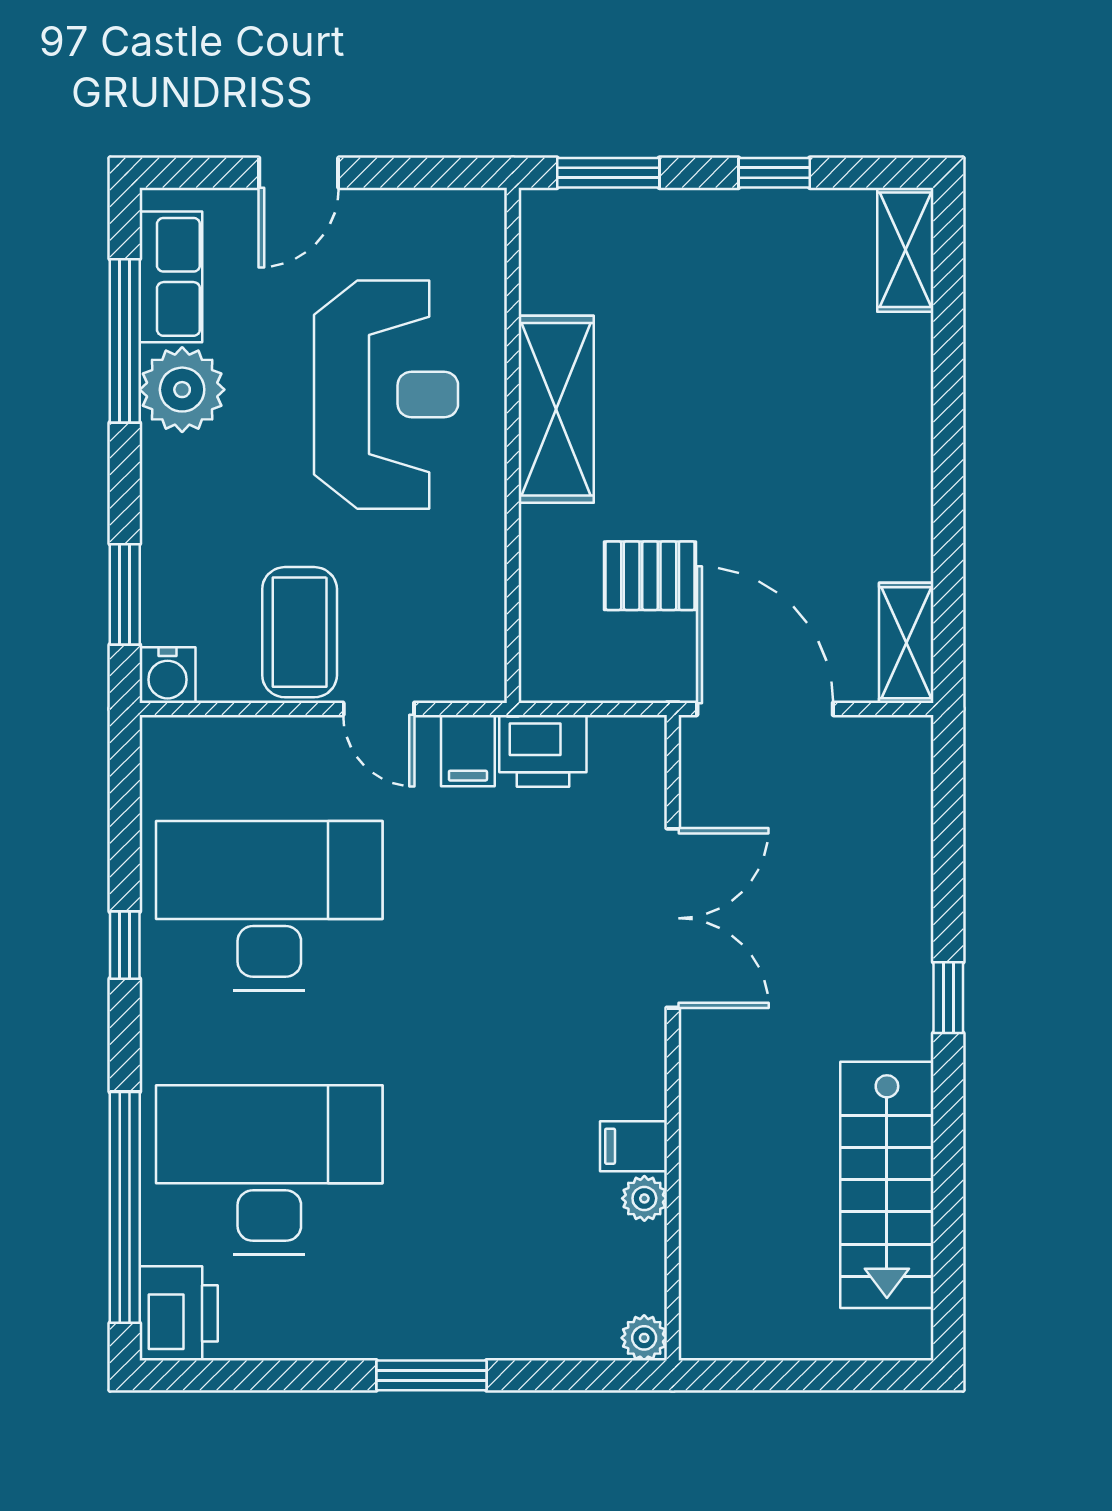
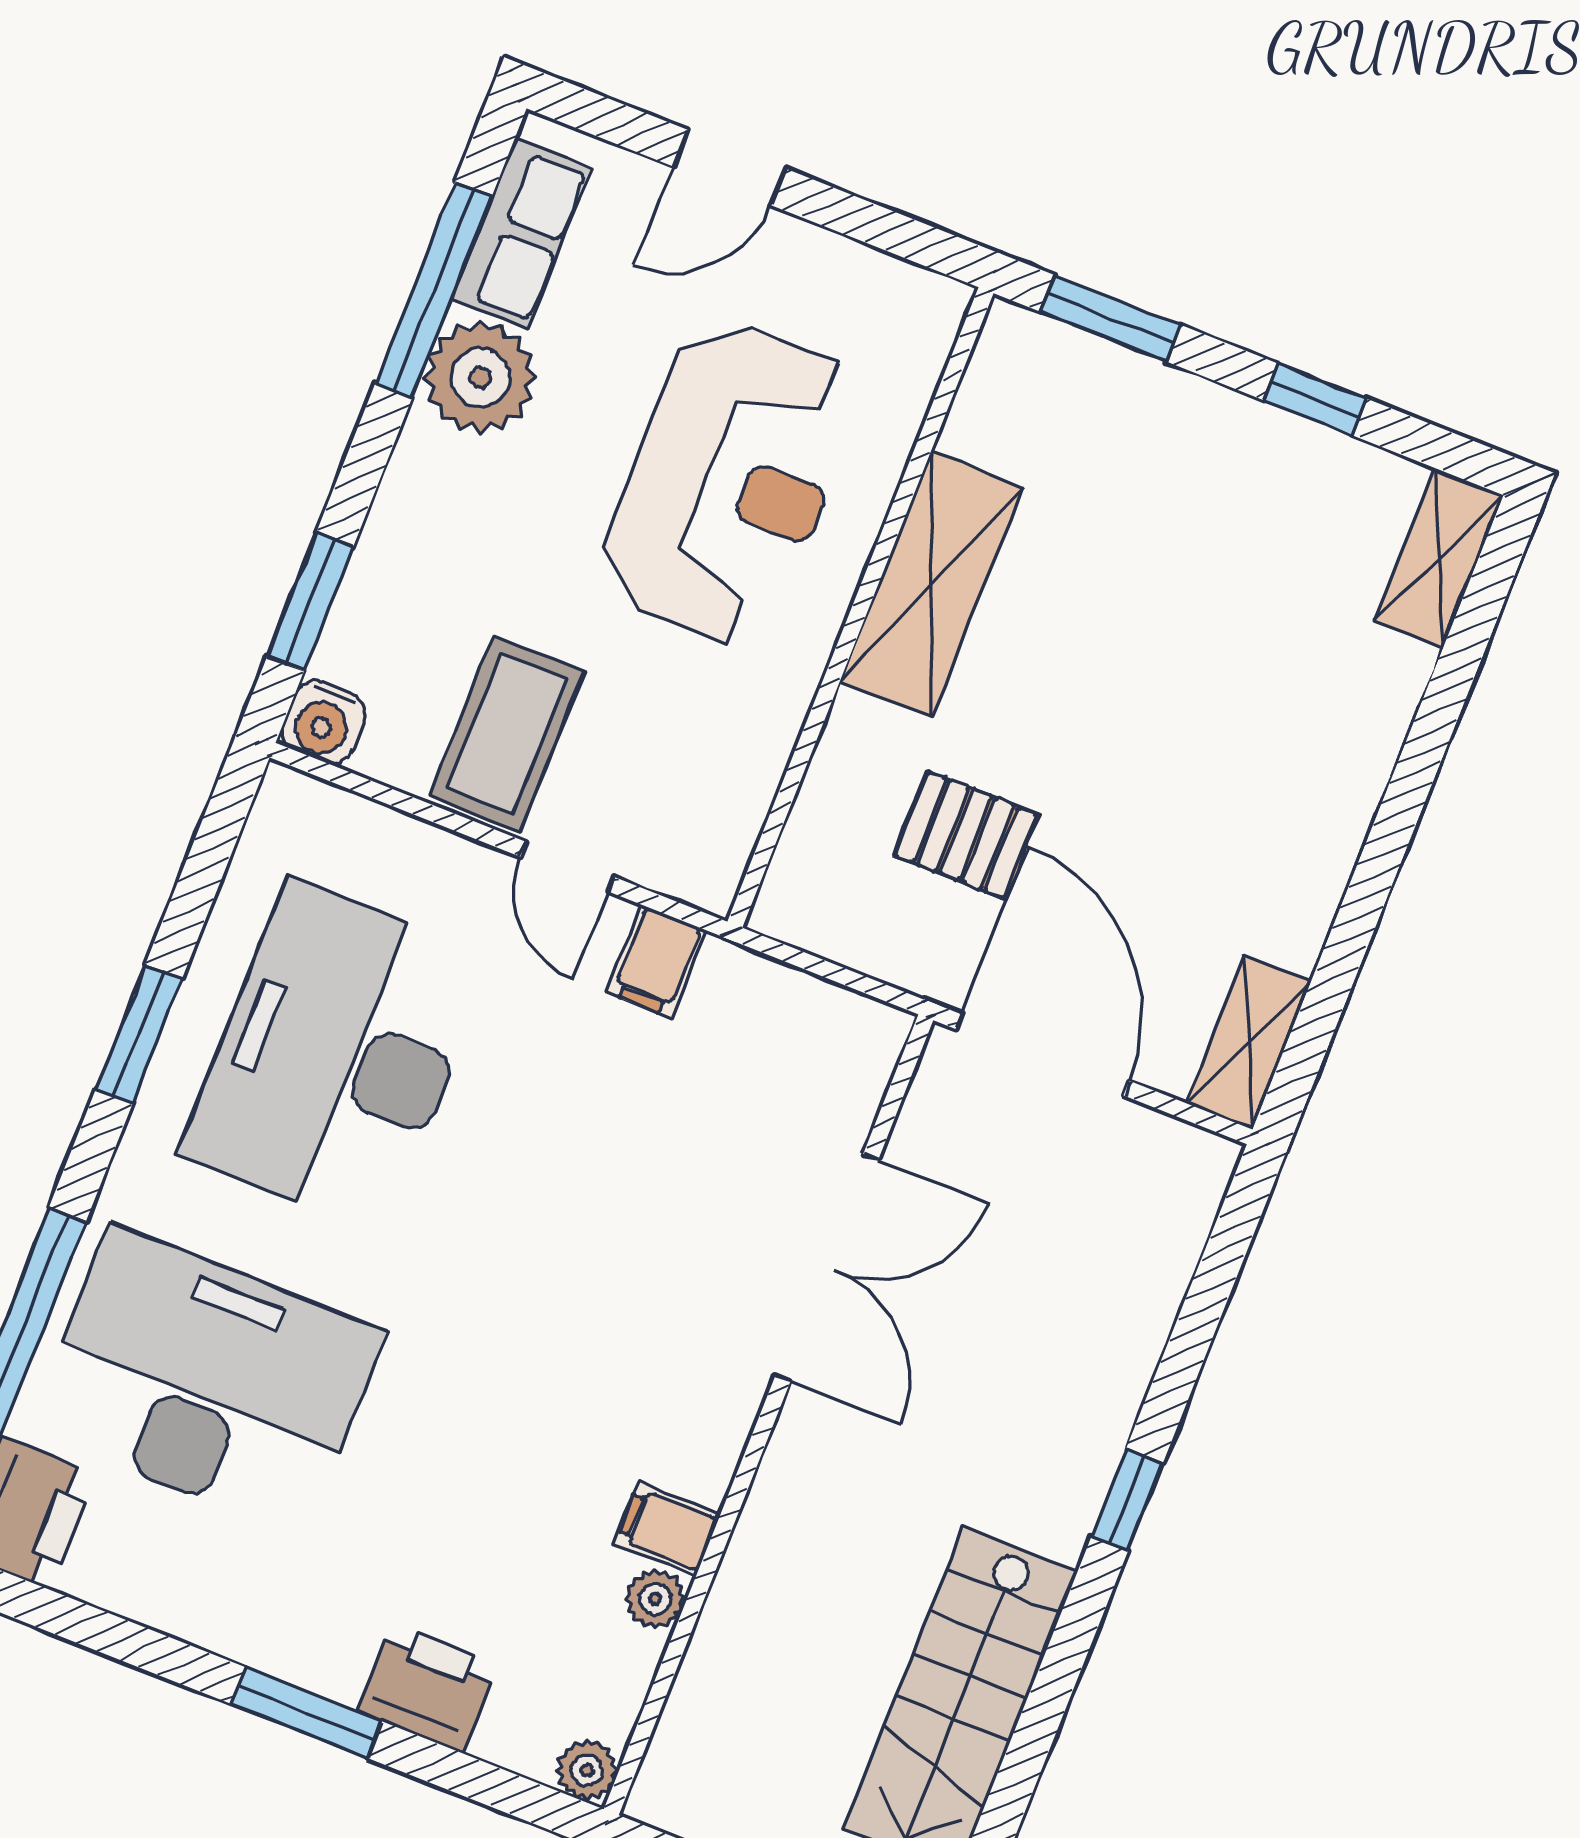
printer: (543, 751) -> (427, 1688), moved, turned 180
desk: (269, 906) -> (336, 1055), turned -90
window: (125, 945) -> (139, 1034), width x1.50

